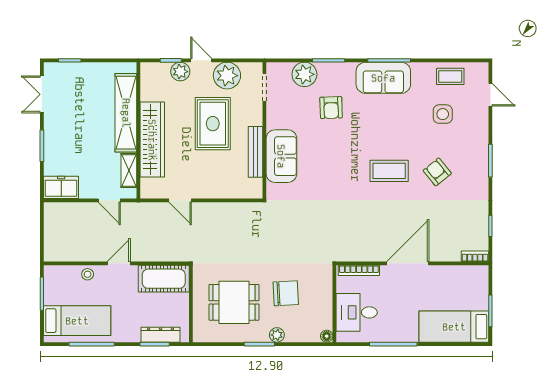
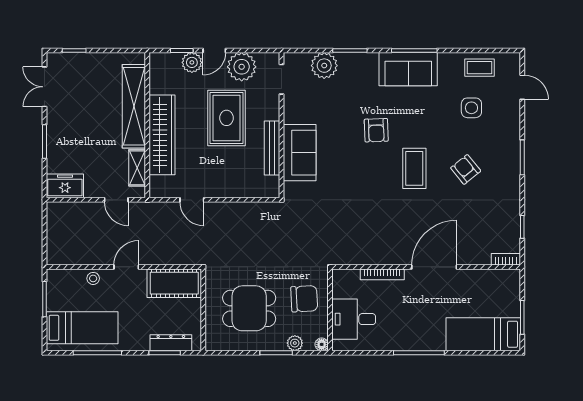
door: (201, 60) -> (214, 51), swing flipped
armchair: (331, 108) -> (376, 130), moved
coffee table: (389, 171) -> (414, 168), turned 90
wall: (334, 304) -> (330, 310), moved
desk: (357, 312) -> (354, 319), moved
floor lamp: (327, 336) -> (322, 344), moved

